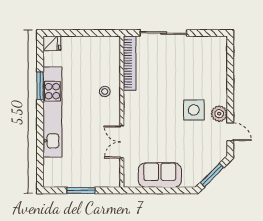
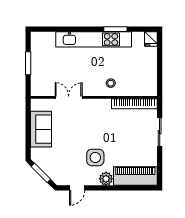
sliding door: (163, 33) -> (160, 132), width x0.73
piano: (216, 62) -> (135, 176), added
plant: (219, 114) -> (106, 179), moved

